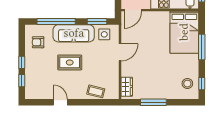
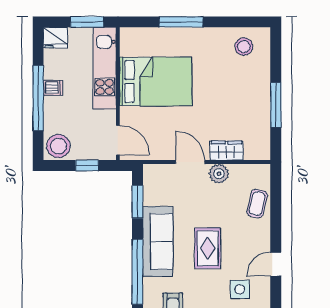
bed: (184, 32) -> (156, 81), moved
side table: (104, 34) -> (240, 289), moved
plant: (113, 69) -> (219, 174), added
window: (202, 84) -> (244, 22), removed
wardrobe: (127, 87) -> (227, 151), moved

